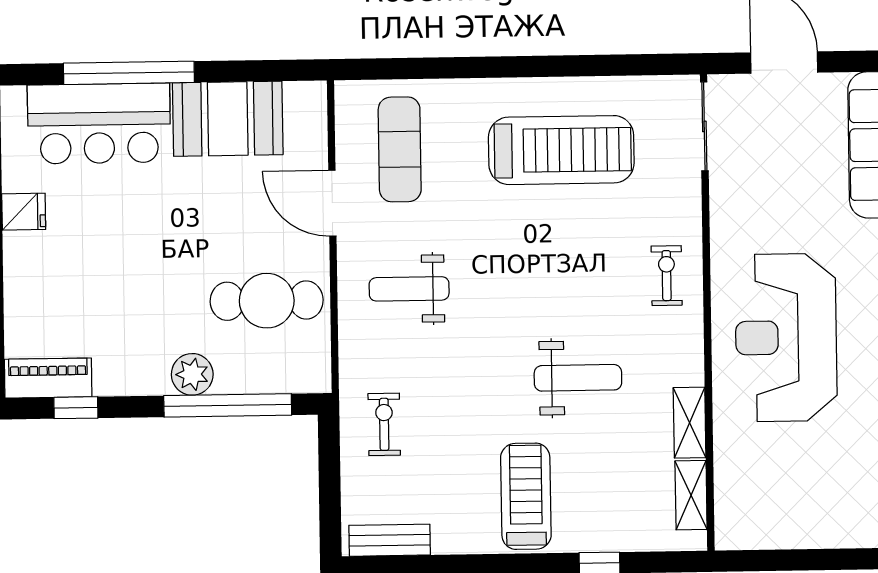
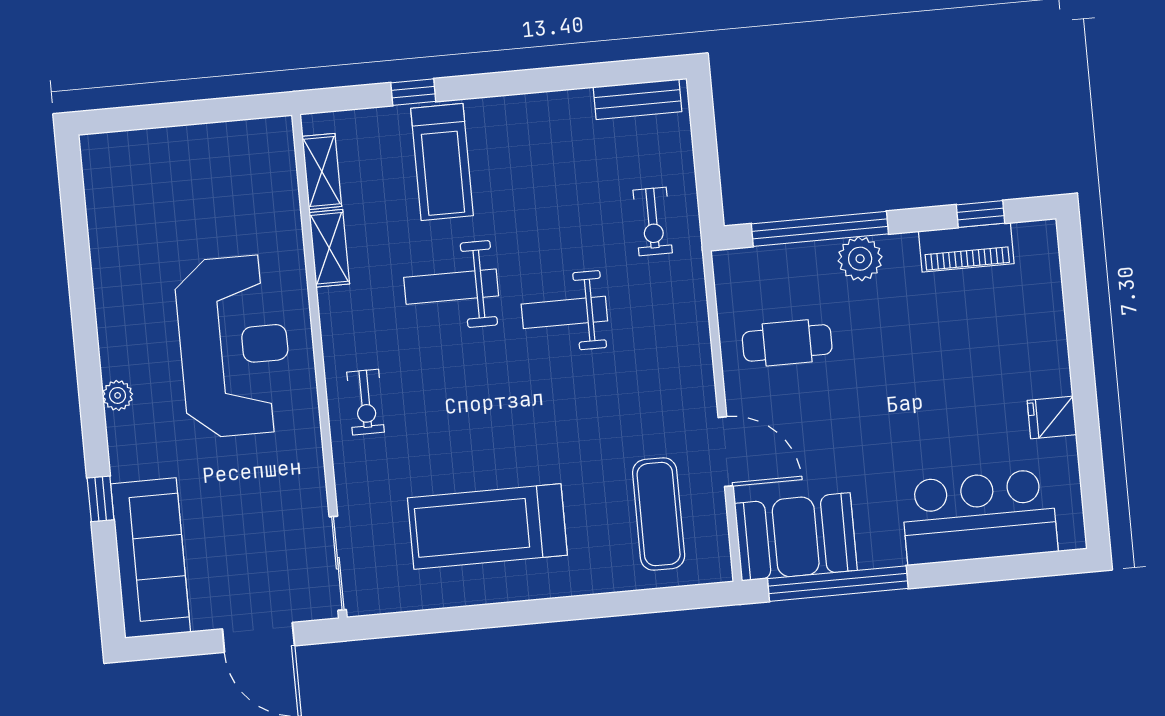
window: (129, 73) -> (838, 584), moved
booth: (228, 119) -> (796, 537), moved
weight bench: (409, 289) -> (564, 312), moved, turned 180
cafe table: (267, 301) -> (787, 343), width x0.73, depth x0.74
piano: (48, 378) -> (966, 247), moved
treadmill: (526, 496) -> (442, 162), moved

